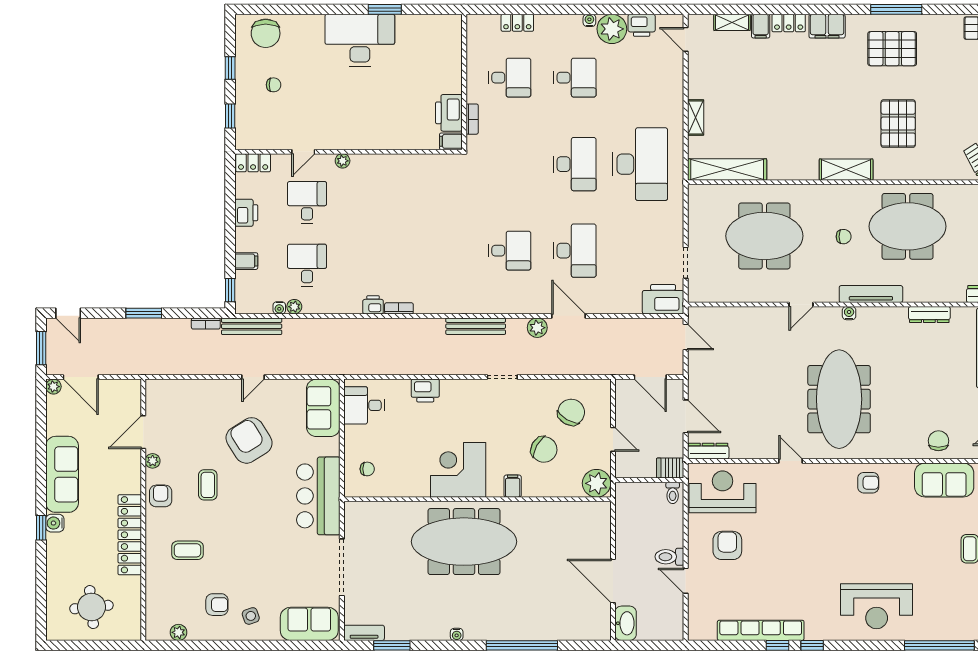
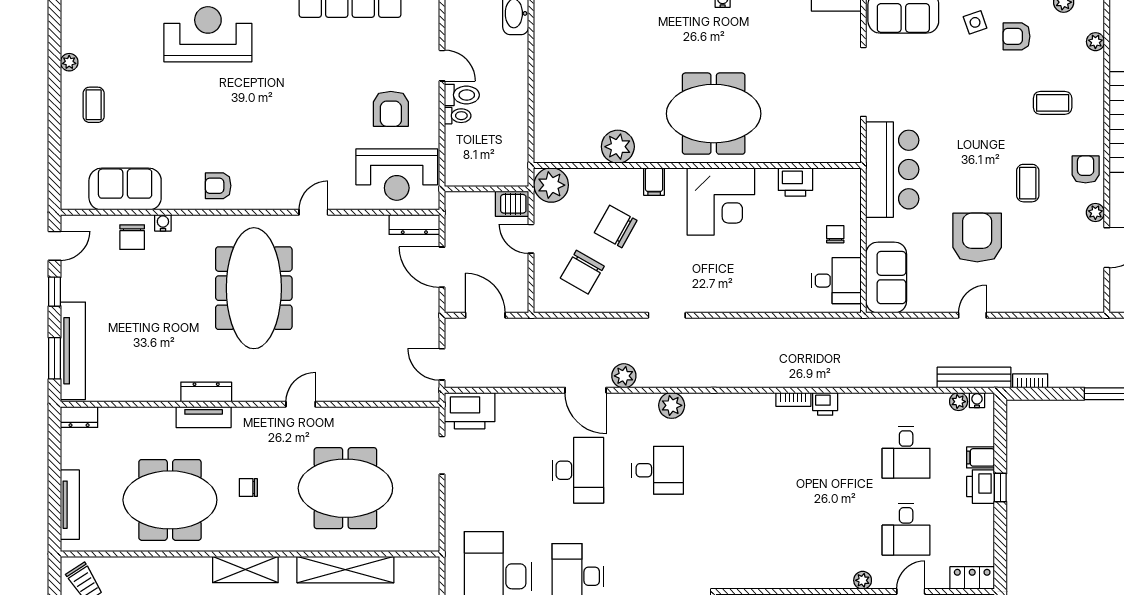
shelving: (727, 170) -> (345, 570), moved
printer: (246, 213) -> (981, 487), moved
desk: (510, 251) -> (658, 470), turned 180
desk: (575, 251) -> (578, 470), turned 180
window: (230, 290) -> (1000, 488), moved
tv unit: (871, 294) -> (204, 417), width x0.71
plant: (498, 303) -> (672, 405), added
plant: (294, 307) -> (959, 402), moved
water cooler: (279, 308) -> (977, 400), moved
water cooler: (849, 313) -> (163, 223), moved, turned 180
dresser: (929, 314) -> (206, 392), moved
bench: (476, 326) -> (699, 378), removed
printer: (425, 391) -> (795, 182), moved, turned 180
armchair: (249, 440) -> (977, 238), turned -148
door: (791, 461) -> (313, 212), swing flipped
server rack: (670, 468) -> (512, 204), moved, turned 180
chair: (367, 469) -> (835, 234), moved, turned 90
toilet: (673, 493) -> (458, 116), moved, turned 90
armchair: (161, 496) -> (1086, 169), turned 180
plant: (542, 515) -> (618, 147), added
meeting table: (464, 542) -> (714, 114), width x0.73
door: (613, 581) -> (531, 65), removed
plant: (153, 600) -> (1095, 42), added

